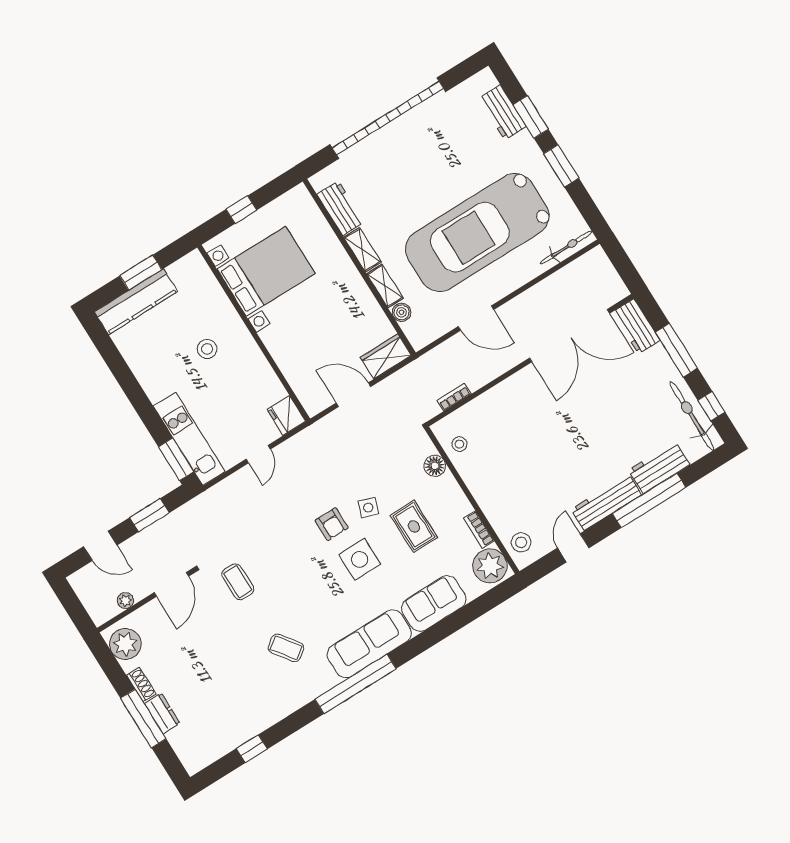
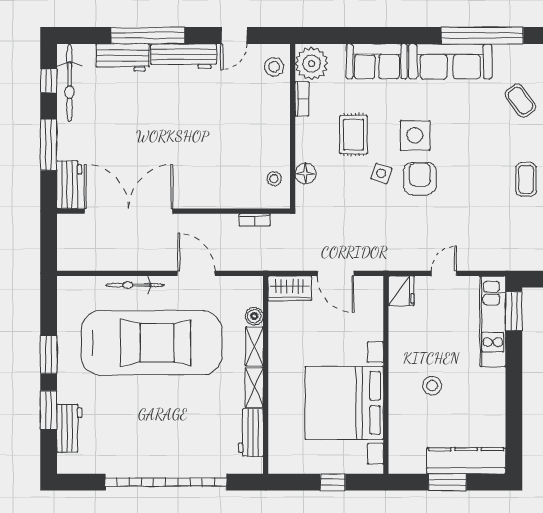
bicycle: (566, 247) -> (135, 285), moved
bed with nightstands: (266, 271) -> (344, 403), width x1.36
armchair: (332, 524) -> (420, 179), width x1.38, depth x1.38

